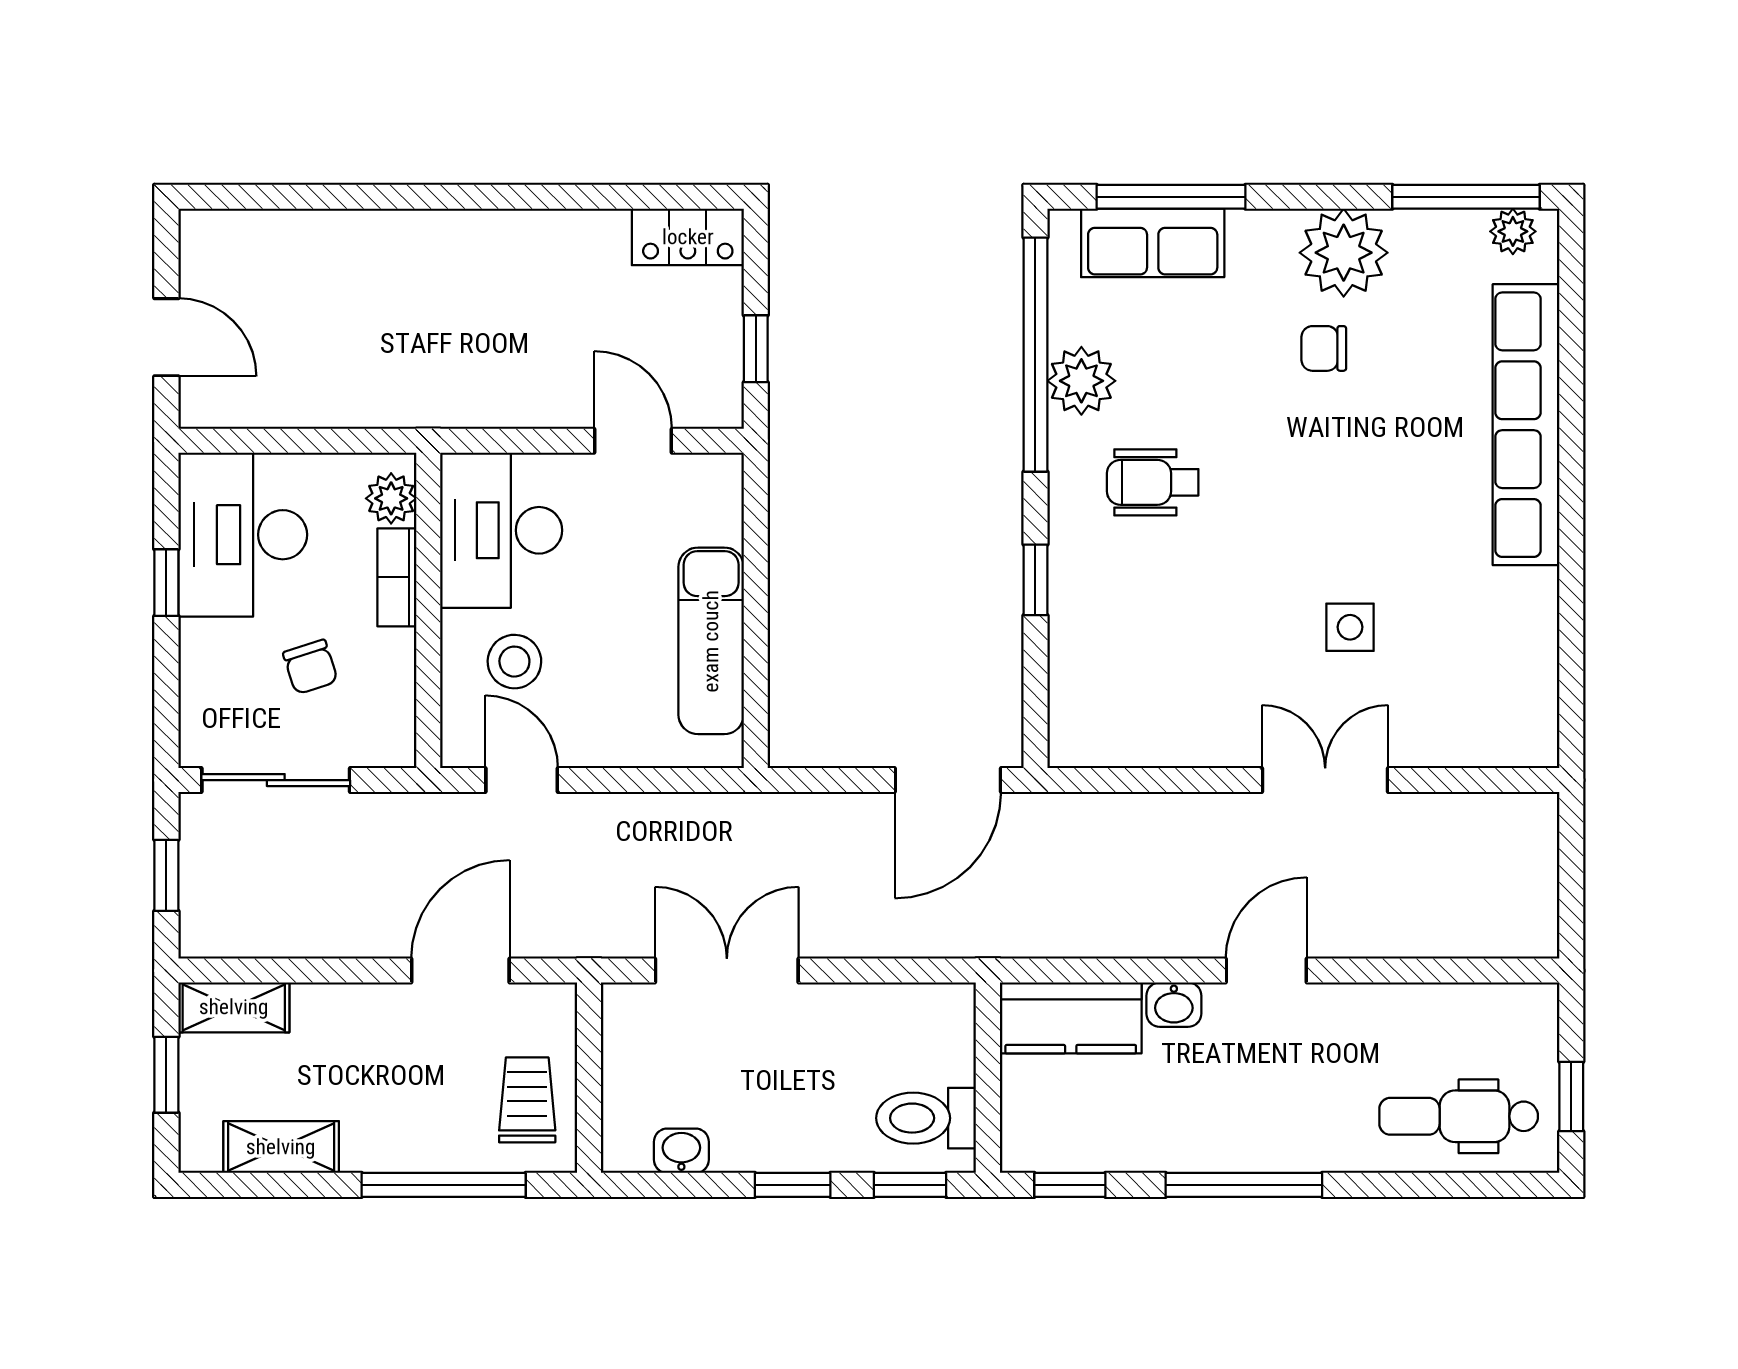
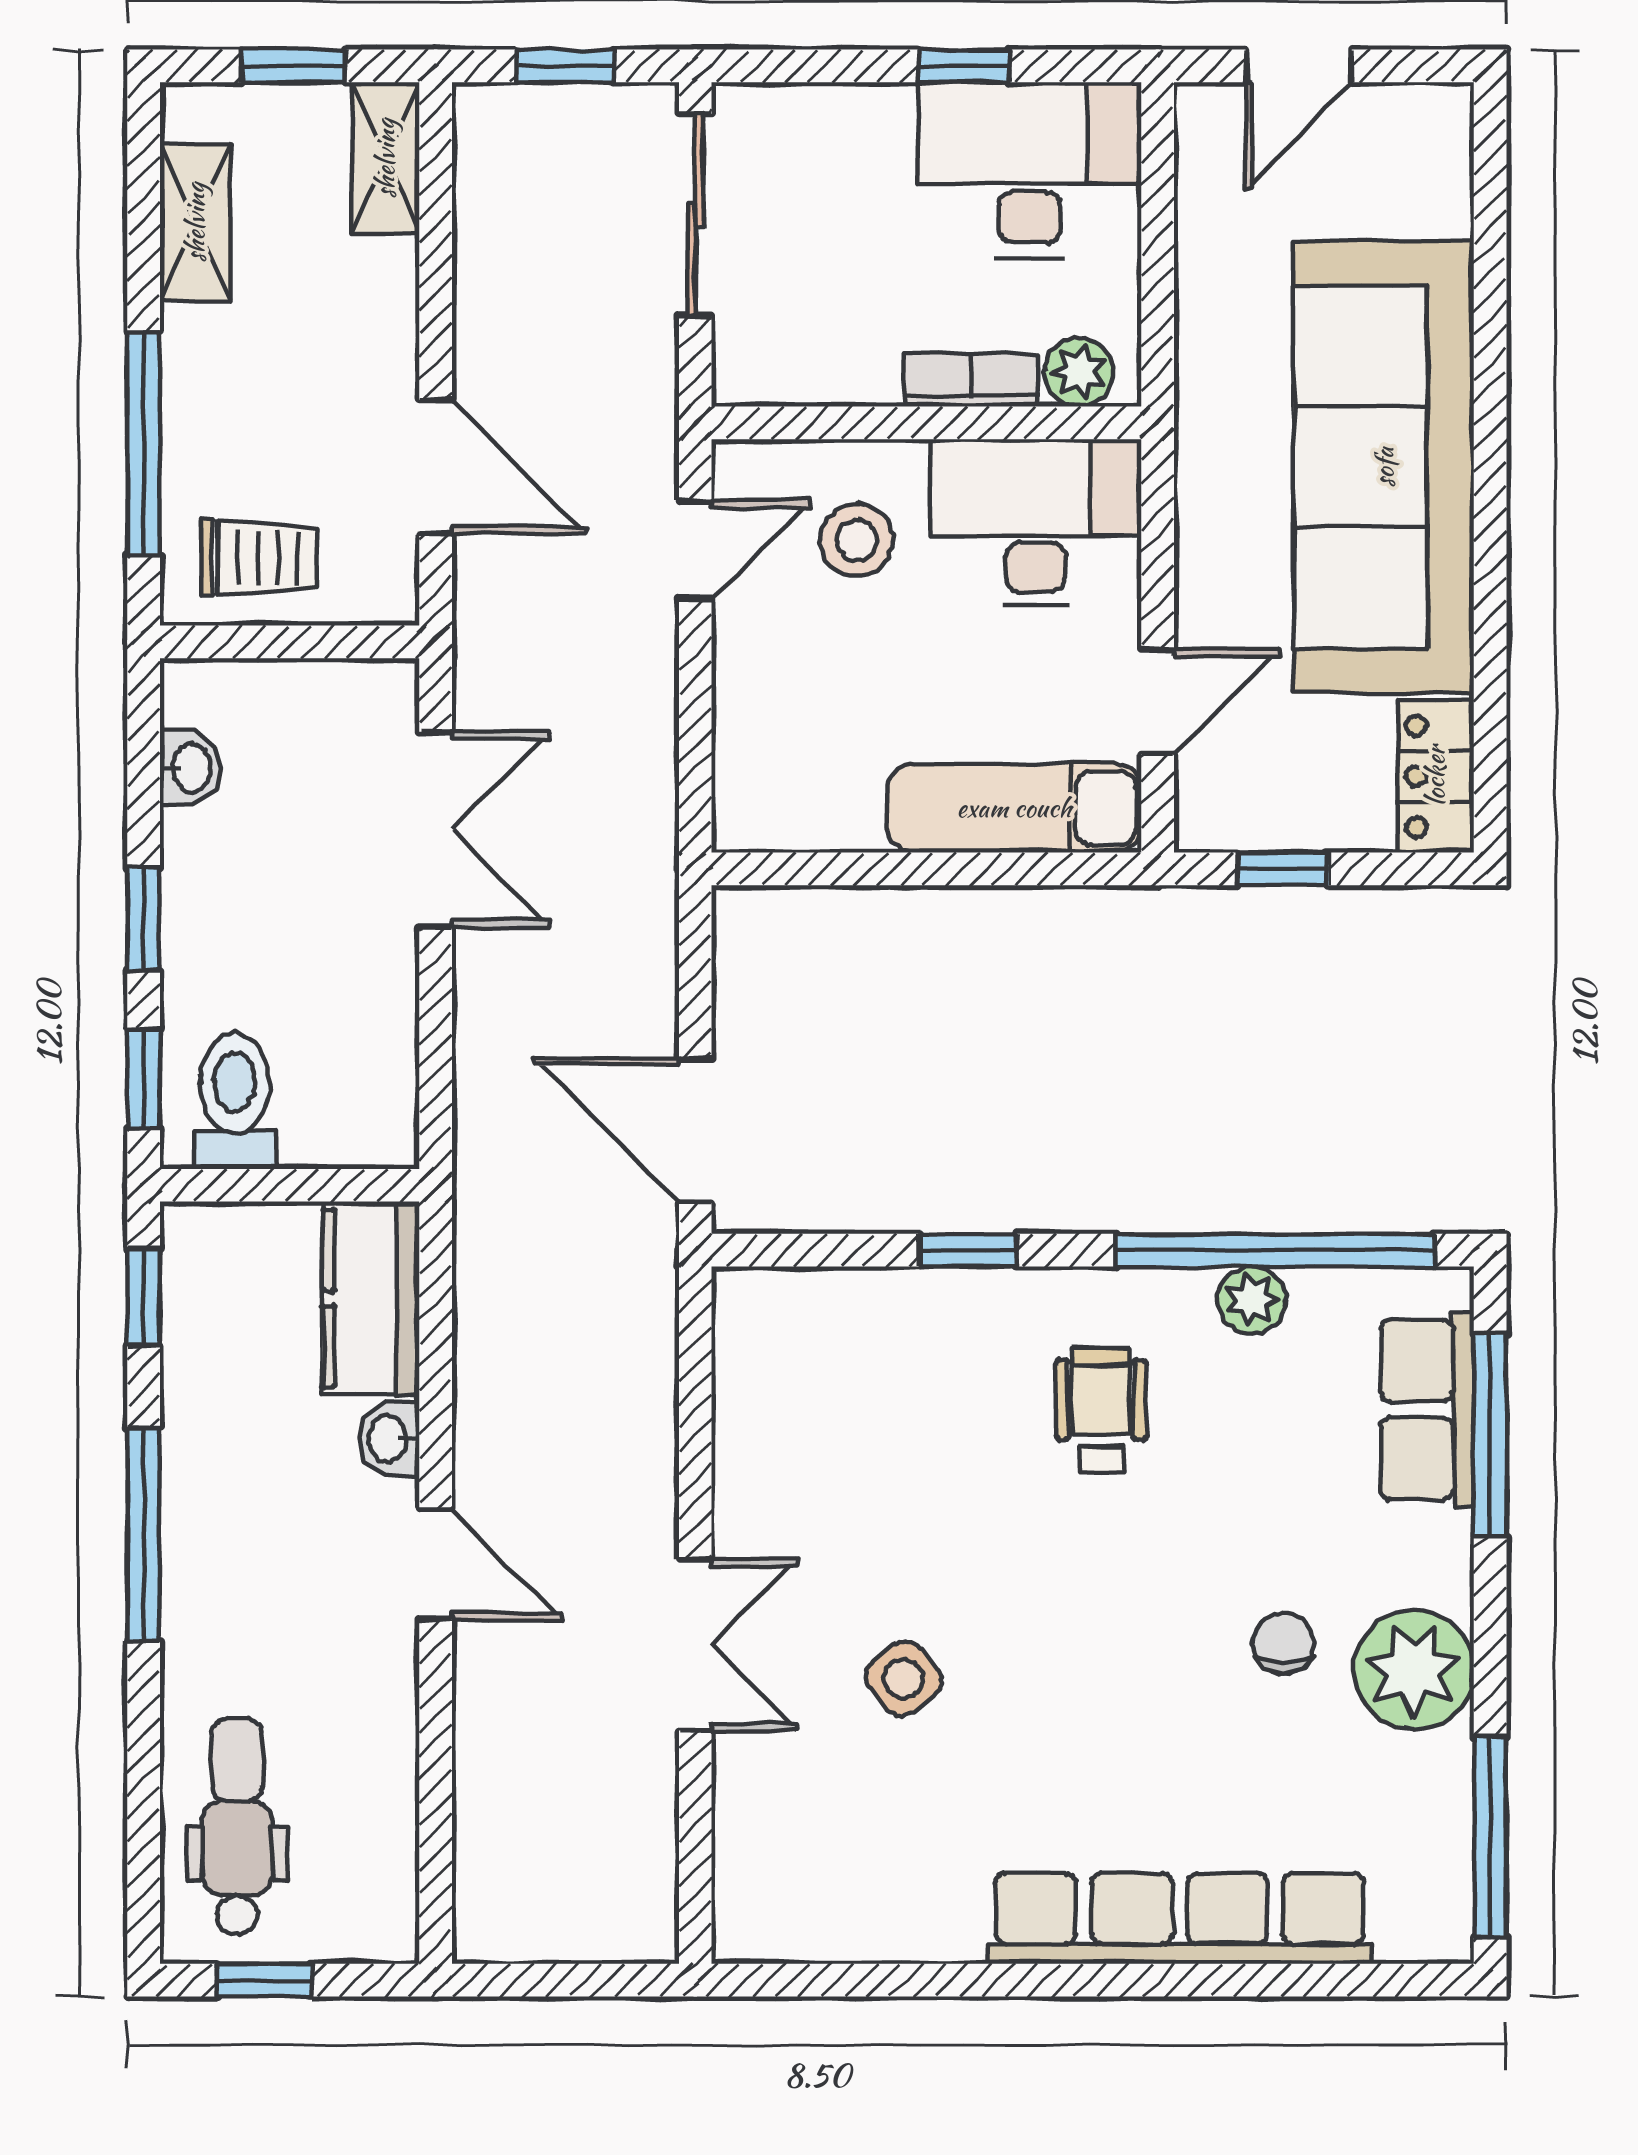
plant: (1513, 231) -> (1443, 1901), removed
sofa: (461, 275) -> (1384, 467), added
plant: (1081, 381) -> (1252, 1300), width x0.73, depth x0.73
side table: (1350, 627) -> (904, 1679), turned -38
exam couch: (711, 641) -> (1014, 808), moved
chair: (310, 667) -> (849, 262), removed

